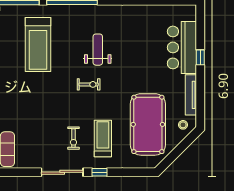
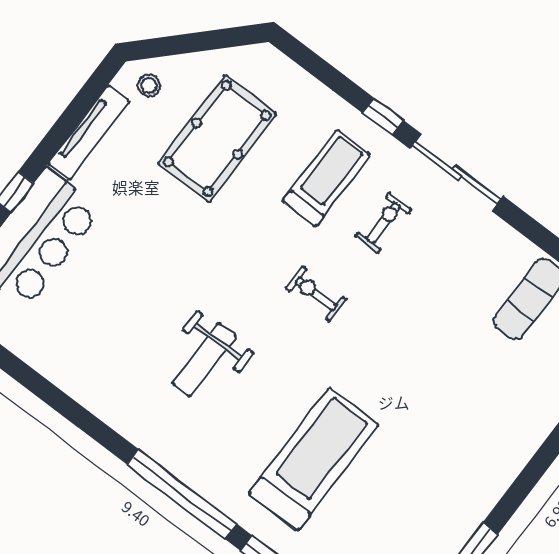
exercise bike: (89, 84) -> (316, 294), moved
pool table: (148, 124) -> (217, 139), width x0.73, depth x0.76
treadmill: (103, 138) -> (326, 178), turned 180

